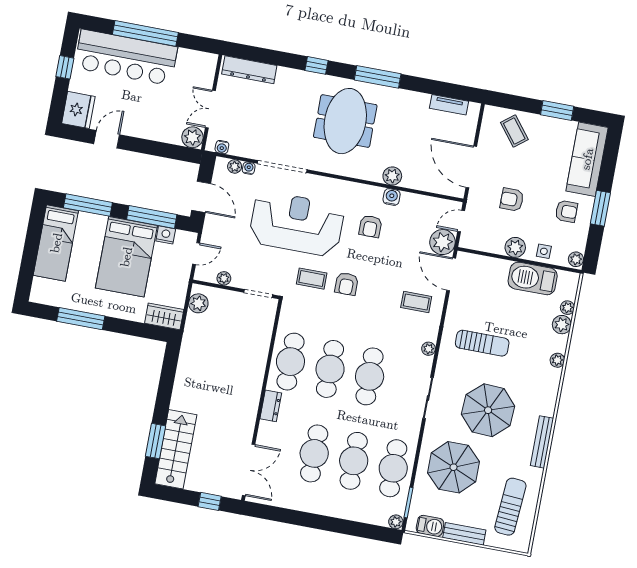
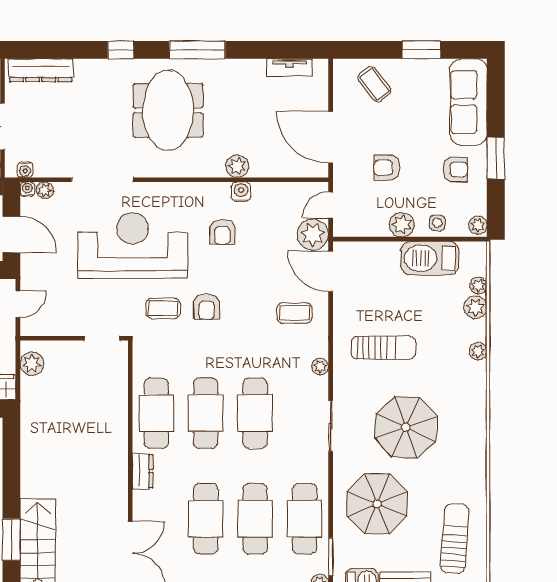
water cooler: (249, 168) -> (27, 189), moved
plant: (224, 278) -> (57, 328), removed
bench: (542, 442) -> (478, 453), removed

